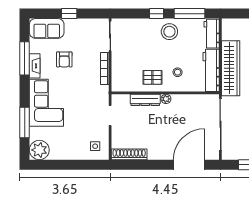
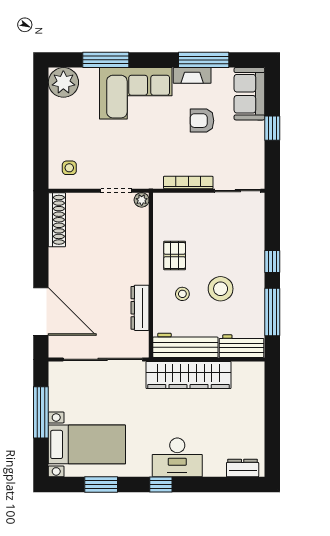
stool: (169, 32) -> (221, 289), moved
plant: (166, 99) -> (142, 200), moved
dresser: (145, 100) -> (140, 308), moved

